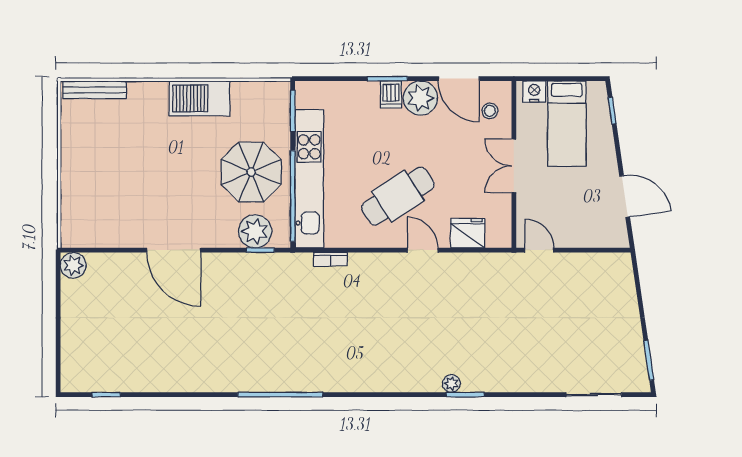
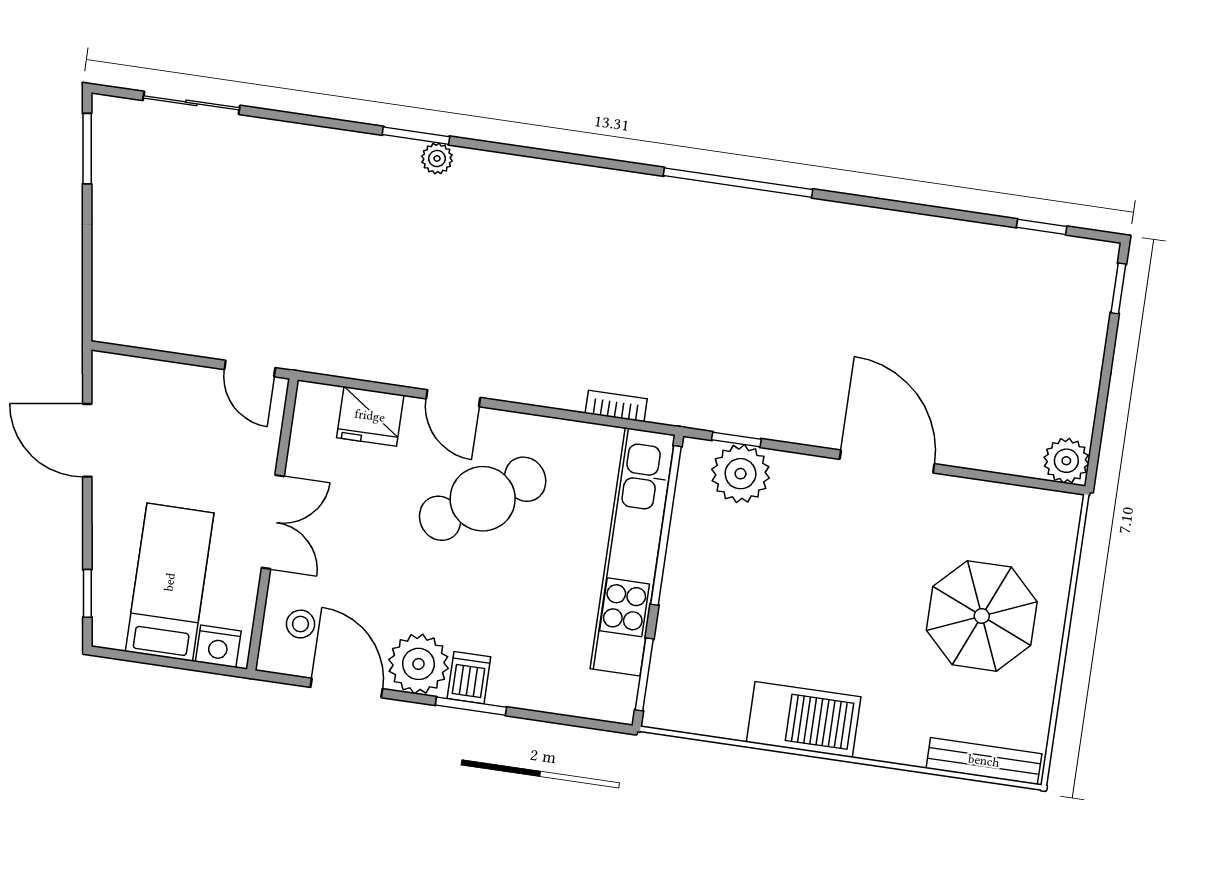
parasol: (251, 172) -> (982, 616), moved
window: (58, 366) -> (1118, 288), added

